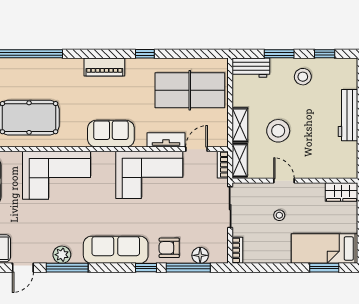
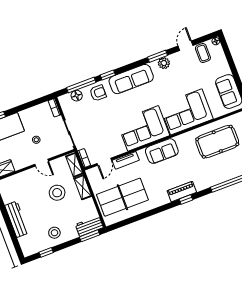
window: (145, 54) -> (186, 199), moved
window: (279, 54) -> (90, 236), moved
corner sofa: (149, 175) -> (143, 128), moved
window: (67, 268) -> (157, 56), width x0.69

